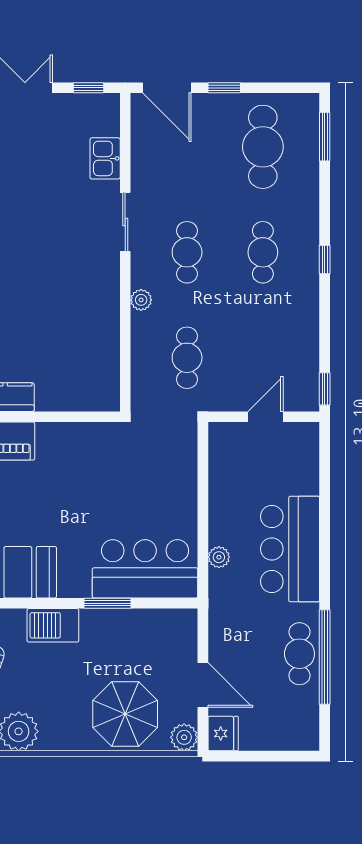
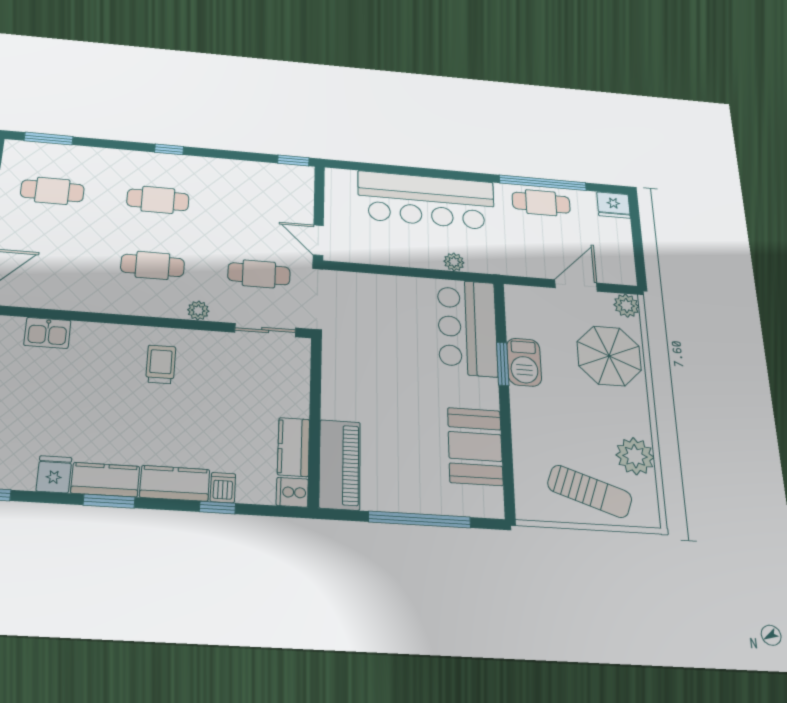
cafe table: (263, 147) -> (52, 191), width x0.73, depth x0.74
sliding door: (125, 222) -> (265, 330), moved
trolley: (81, 268) -> (161, 364), added
door: (265, 417) -> (318, 240), moved
bar counter: (290, 549) -> (426, 200), width x1.36
barbecue: (53, 625) -> (524, 362), moved
fridge: (223, 734) -> (613, 205), moved, turned 180

